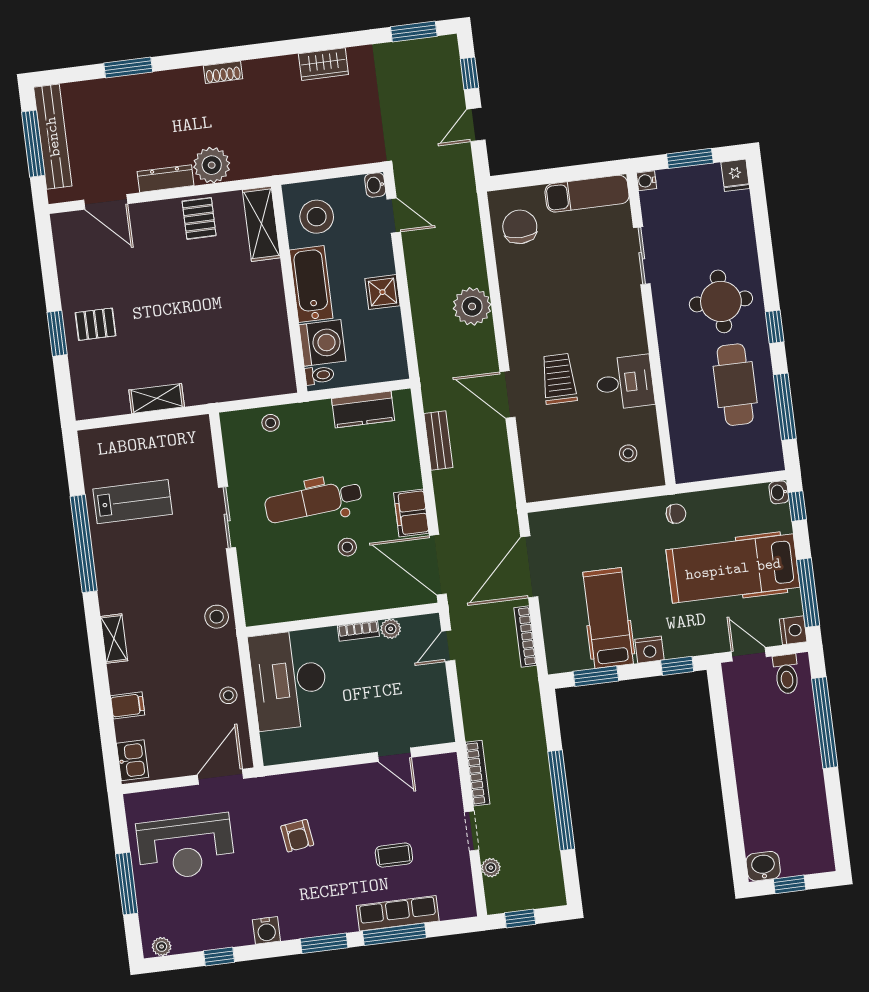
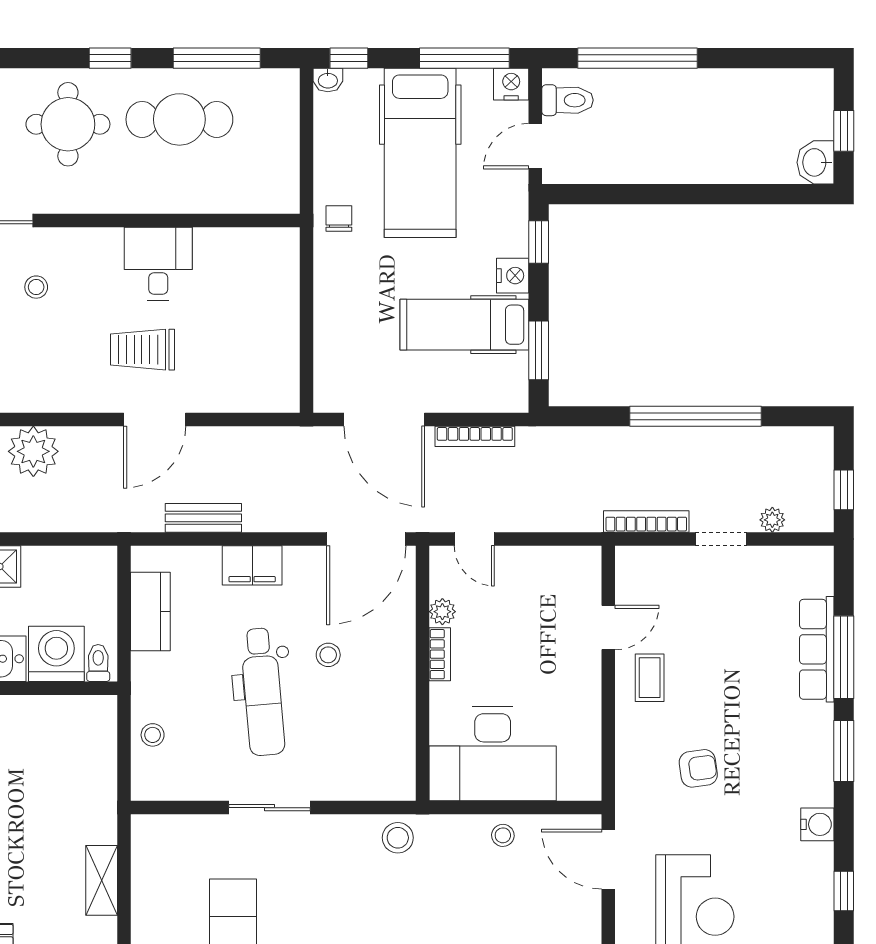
stool: (628, 453) -> (36, 287), moved
filing cabinet: (411, 513) -> (252, 565), moved
coffee table: (394, 855) -> (650, 678), moved

